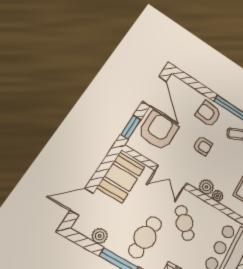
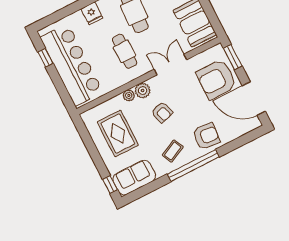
armchair: (158, 131) -> (217, 79), turned 90
armchair: (203, 146) -> (162, 112), moved, turned -107
cafe table: (185, 223) -> (124, 51), turned 46

